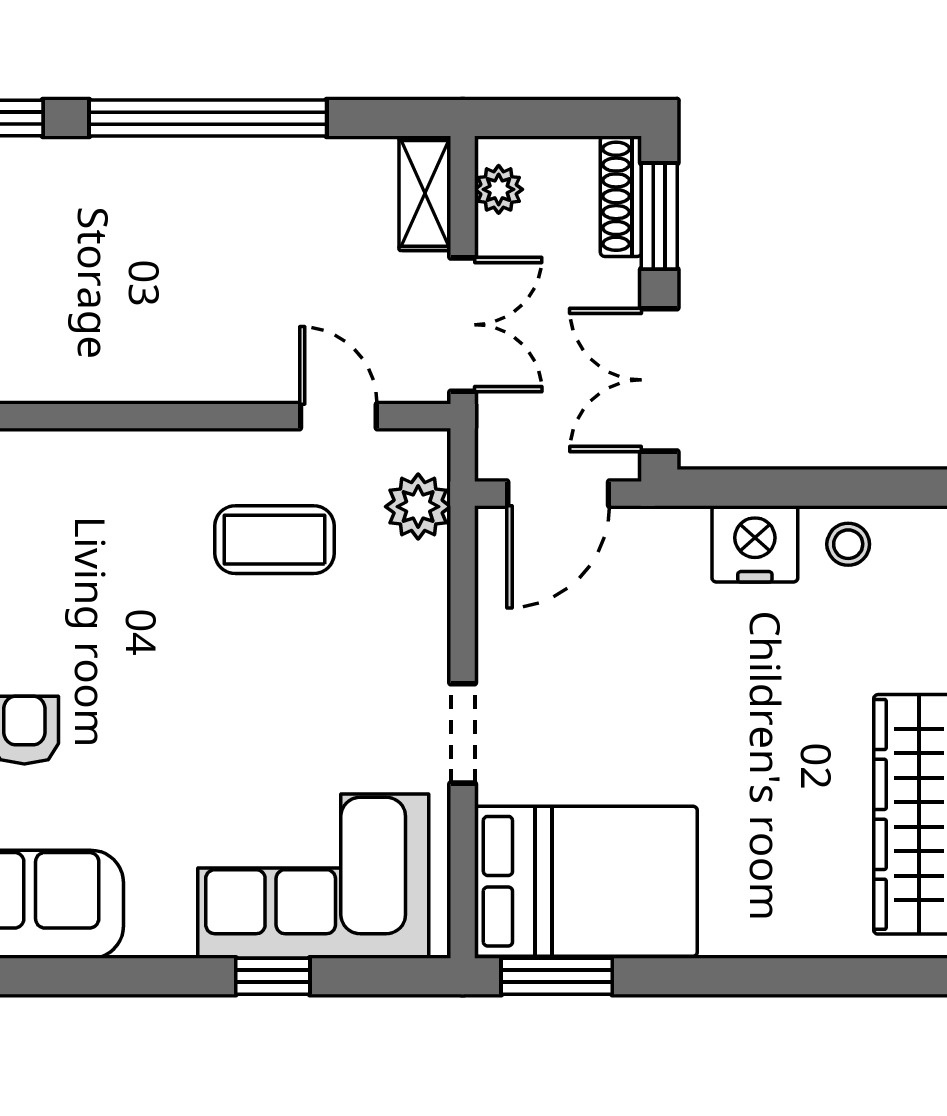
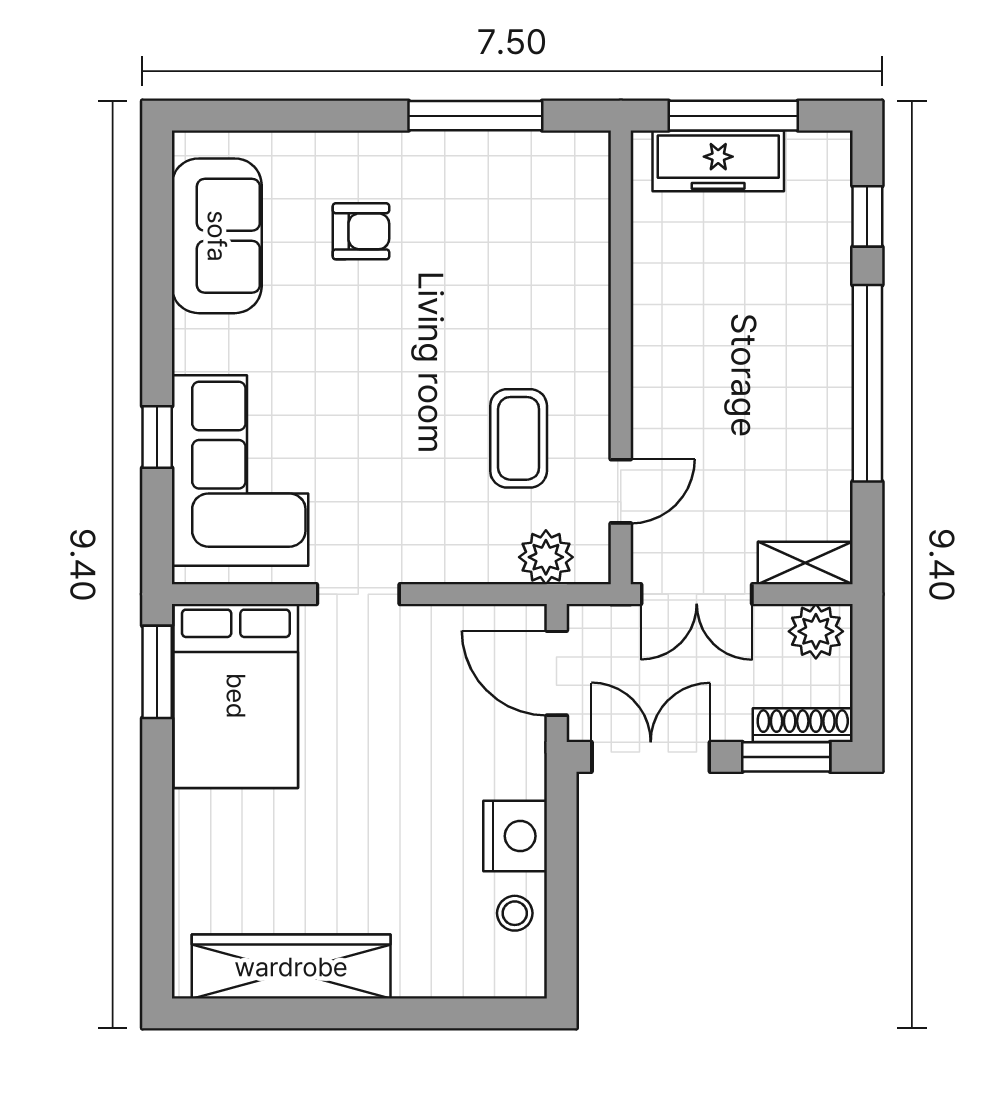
plant: (499, 189) -> (816, 631), width x1.38, depth x1.38

